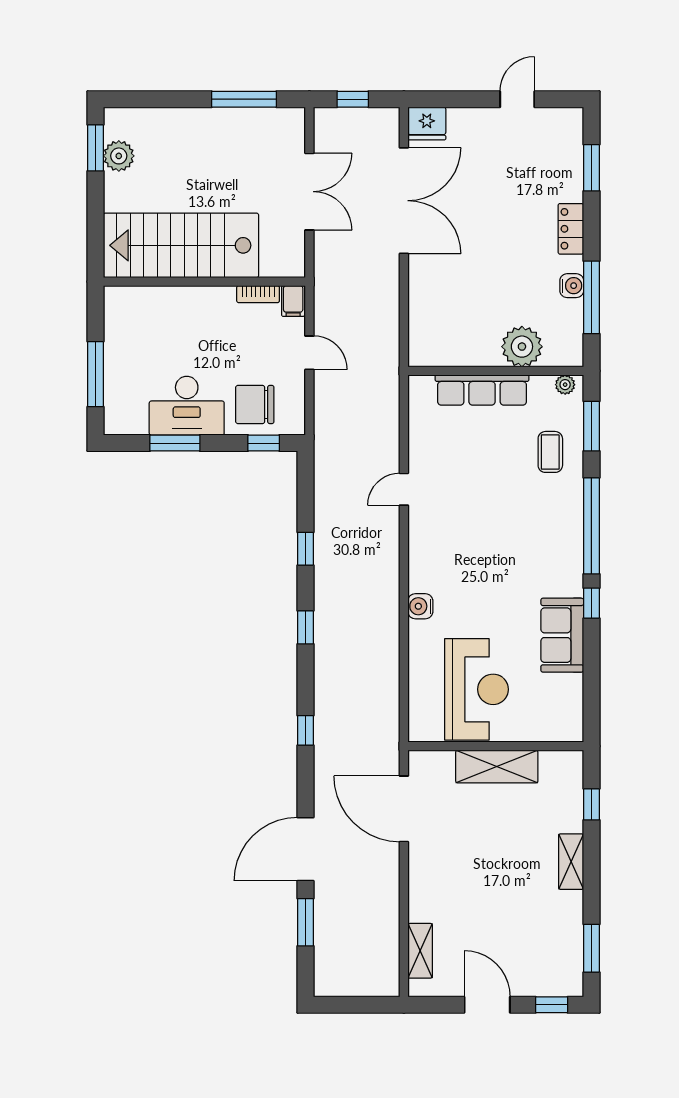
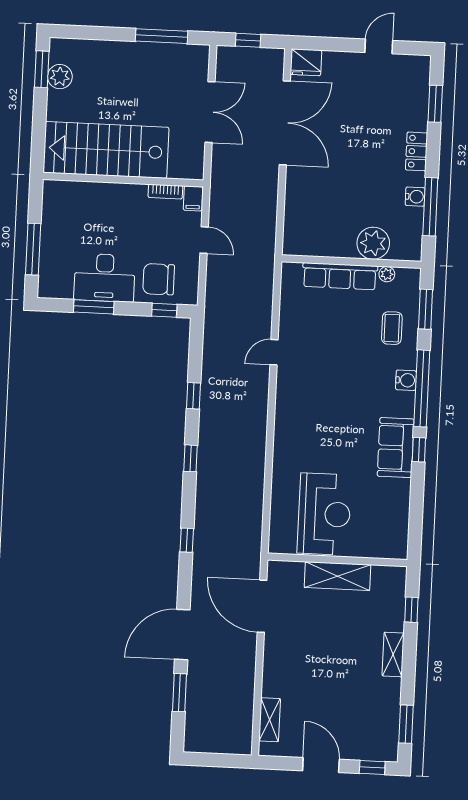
plant: (565, 385) -> (387, 274), moved
water cooler: (420, 606) -> (406, 380), moved, turned 180
sofa: (562, 635) -> (396, 448), moved

